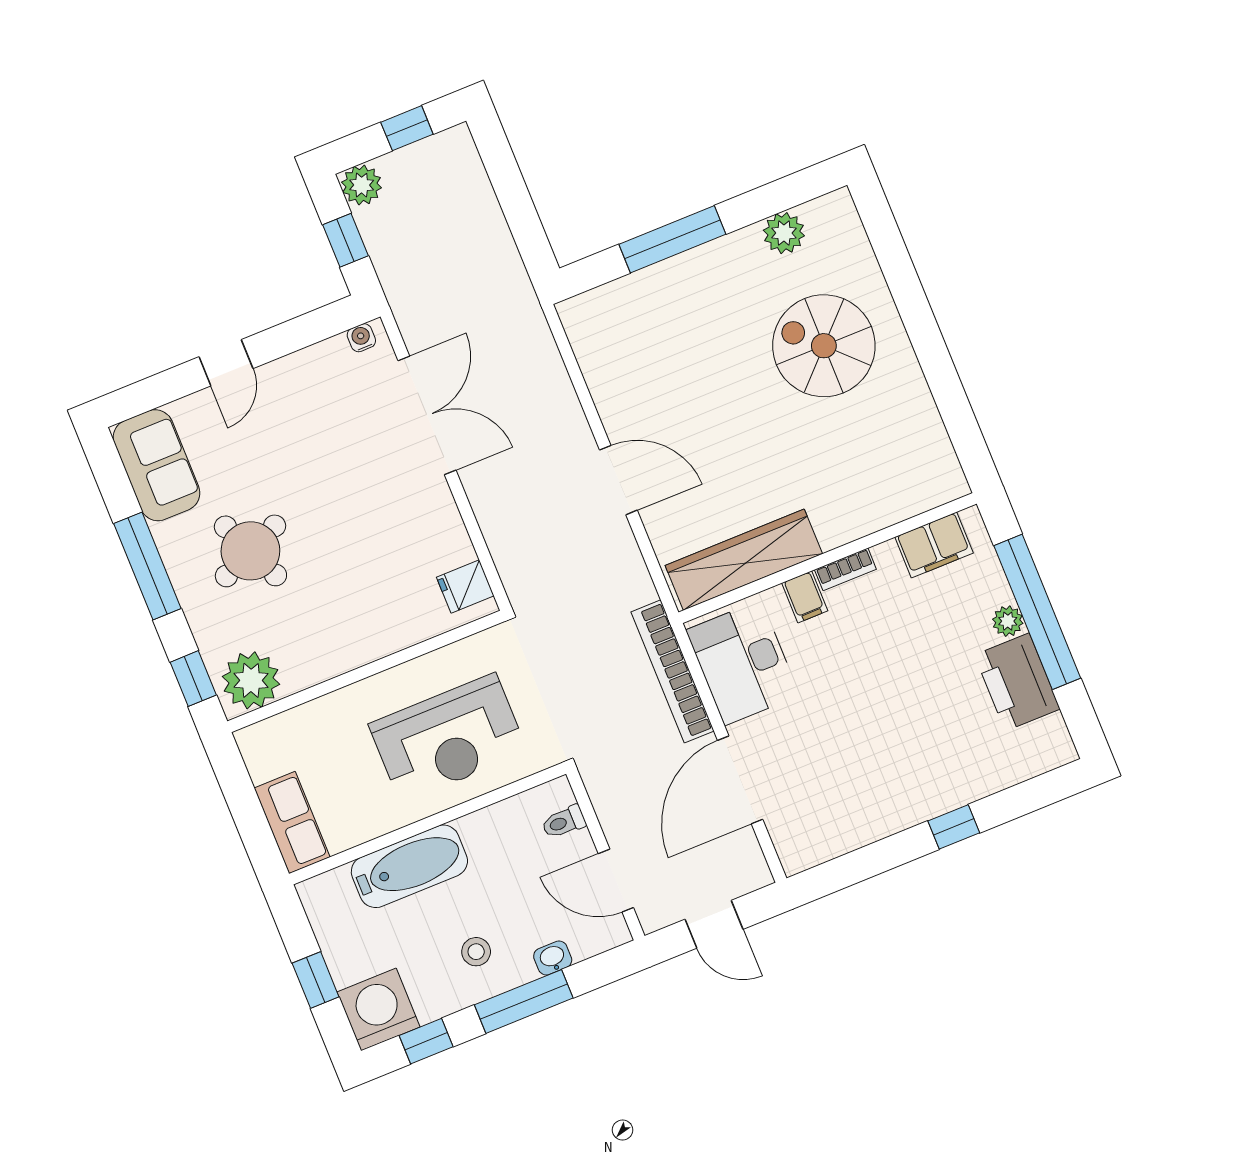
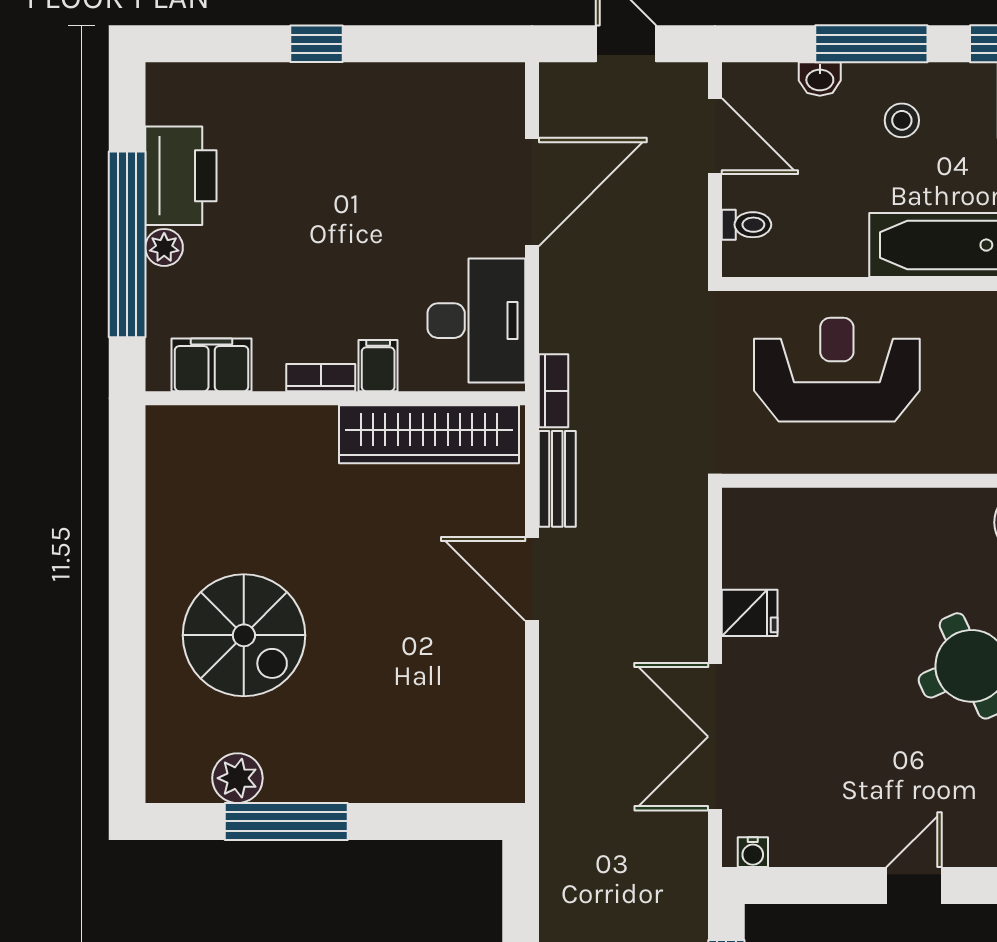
window: (672, 239) -> (286, 821), moved
bench: (630, 565) -> (557, 479), added
fridge: (465, 587) -> (750, 613), moved
bookcase: (673, 671) -> (554, 391), width x0.43, depth x0.76

